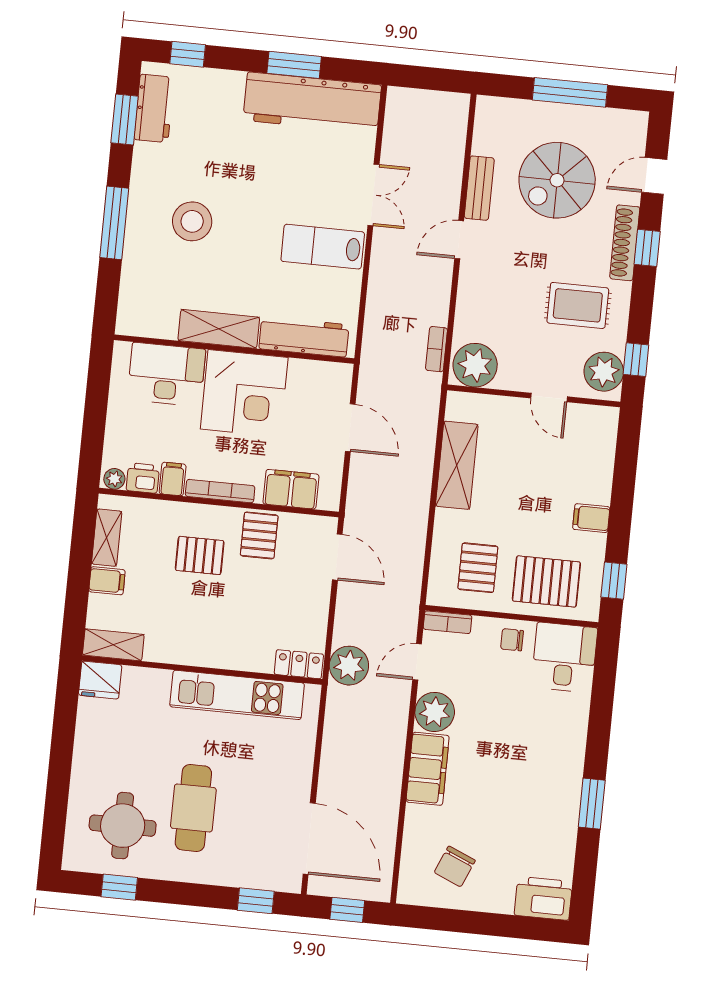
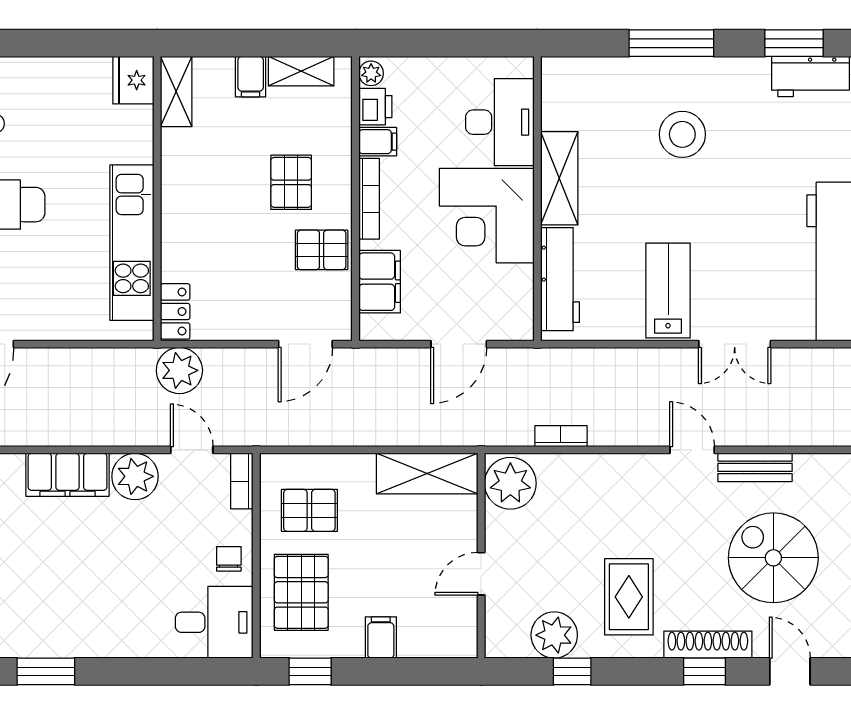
plant: (475, 365) -> (510, 483), moved
wall: (534, 396) -> (481, 556), moved
door: (549, 397) -> (481, 574), moved

